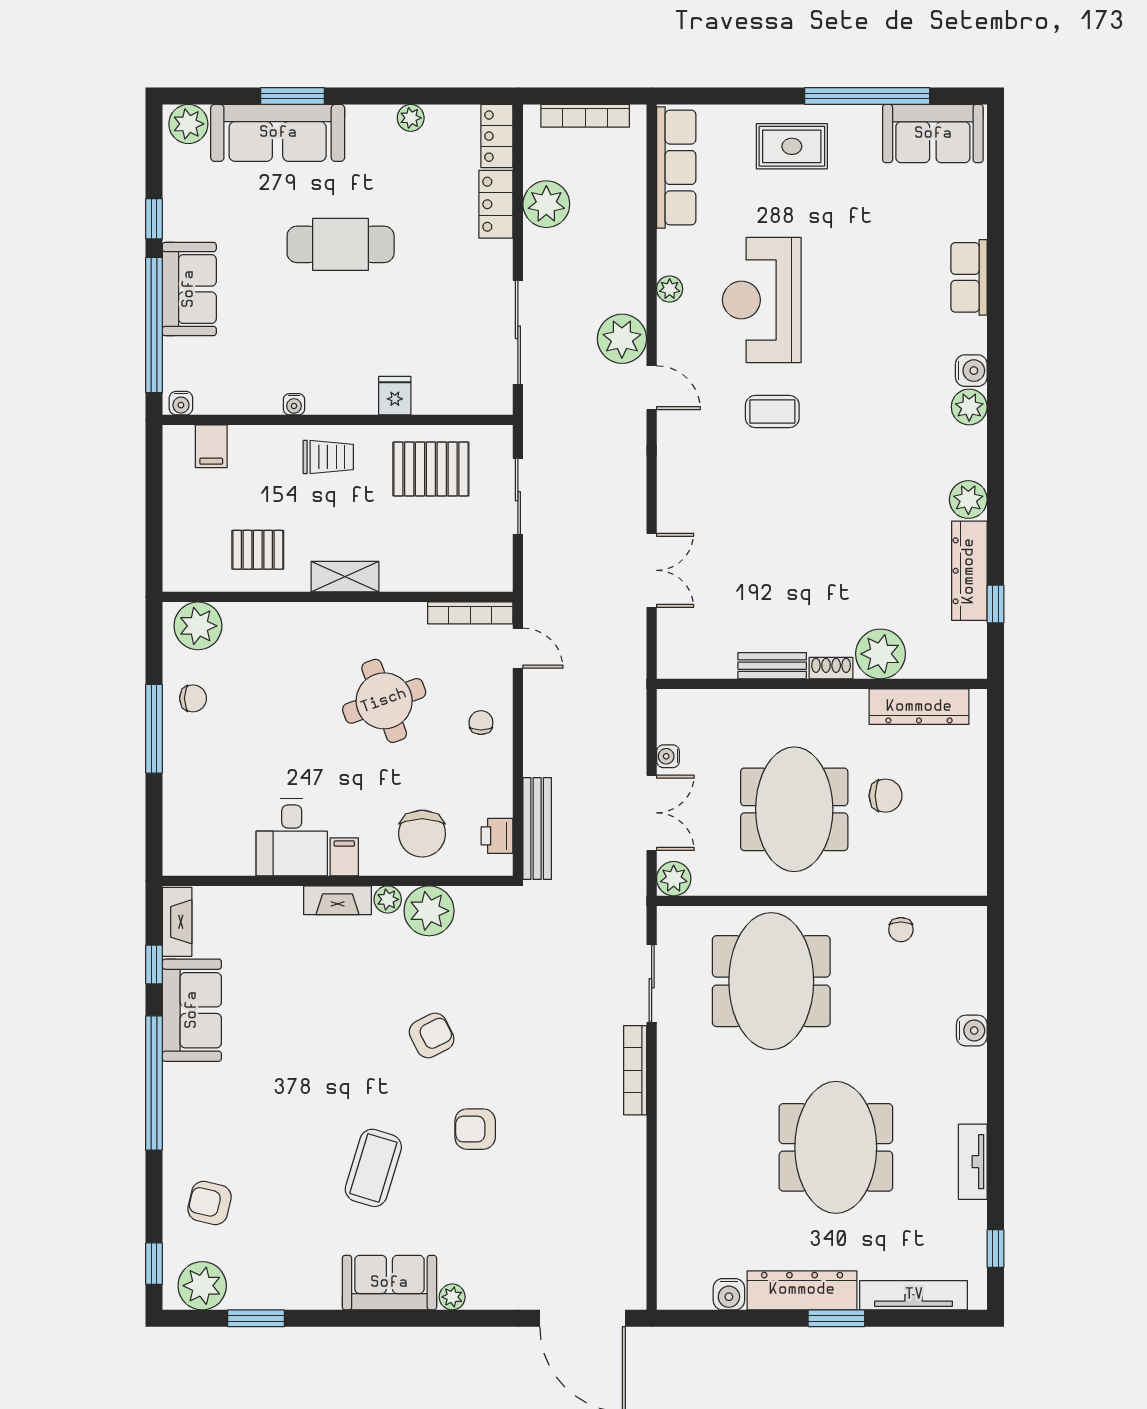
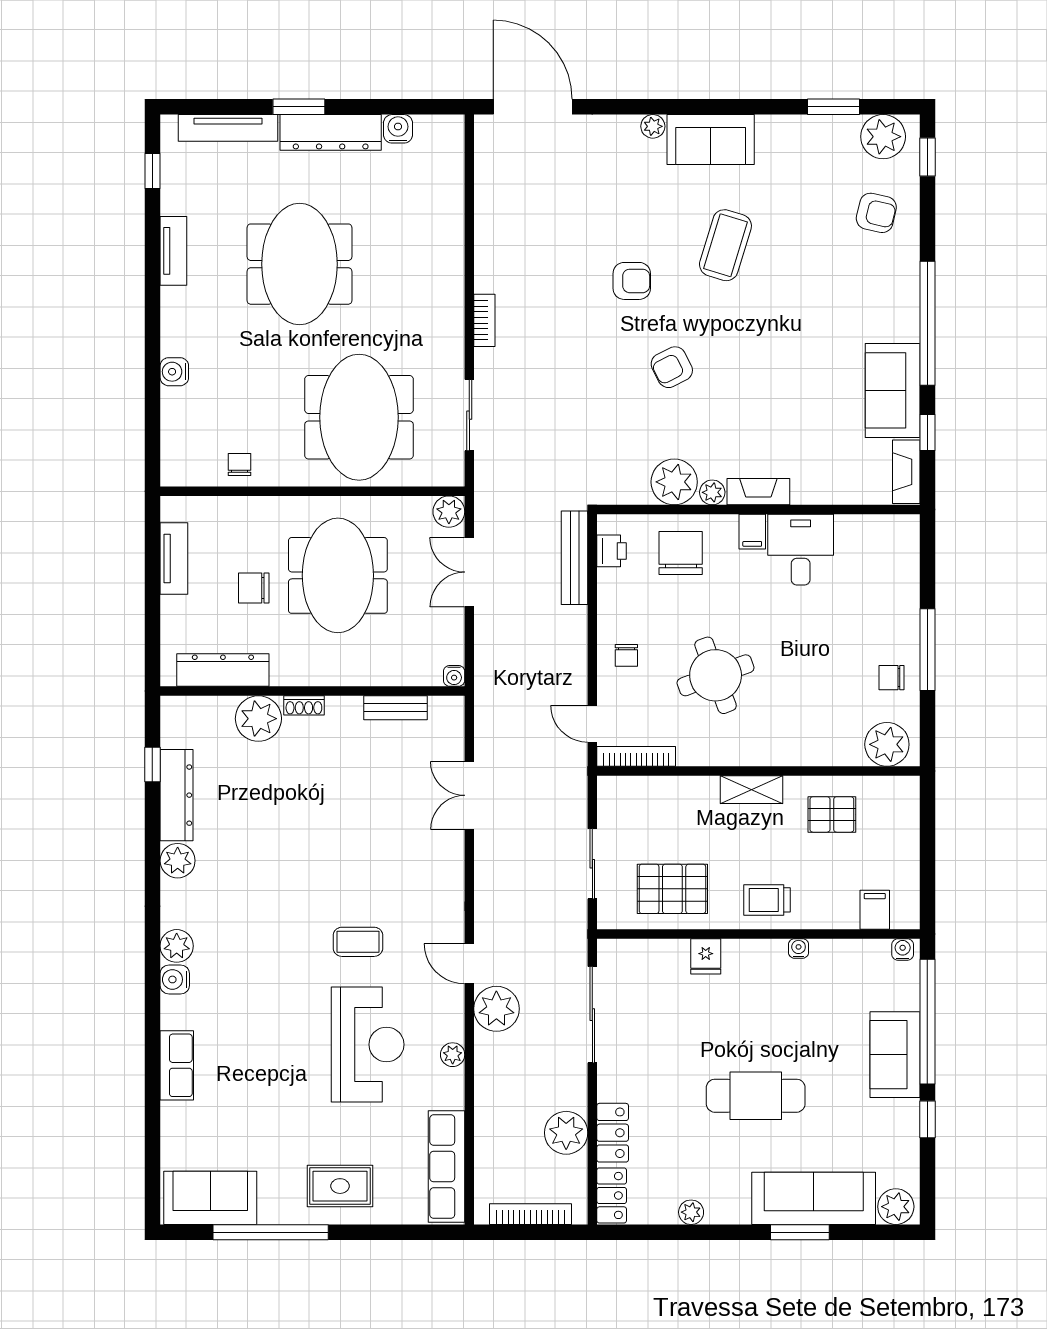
bench: (772, 666) -> (396, 708), moved
water cooler: (668, 756) -> (454, 676), moved, turned 90
tv unit: (972, 828) -> (174, 559), added
bookcase: (635, 1070) -> (484, 320), width x0.64

